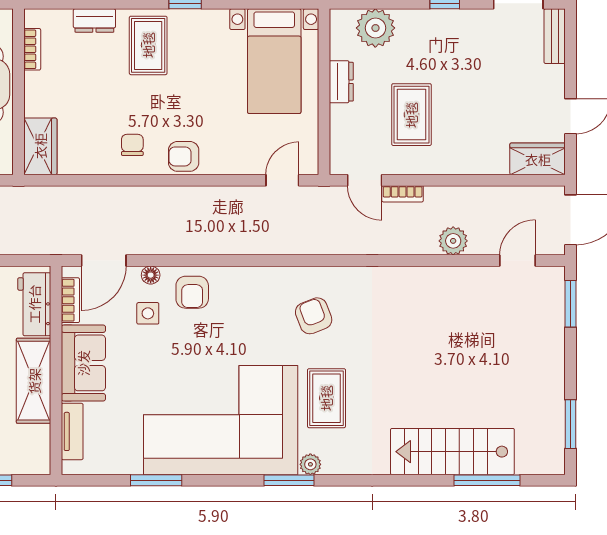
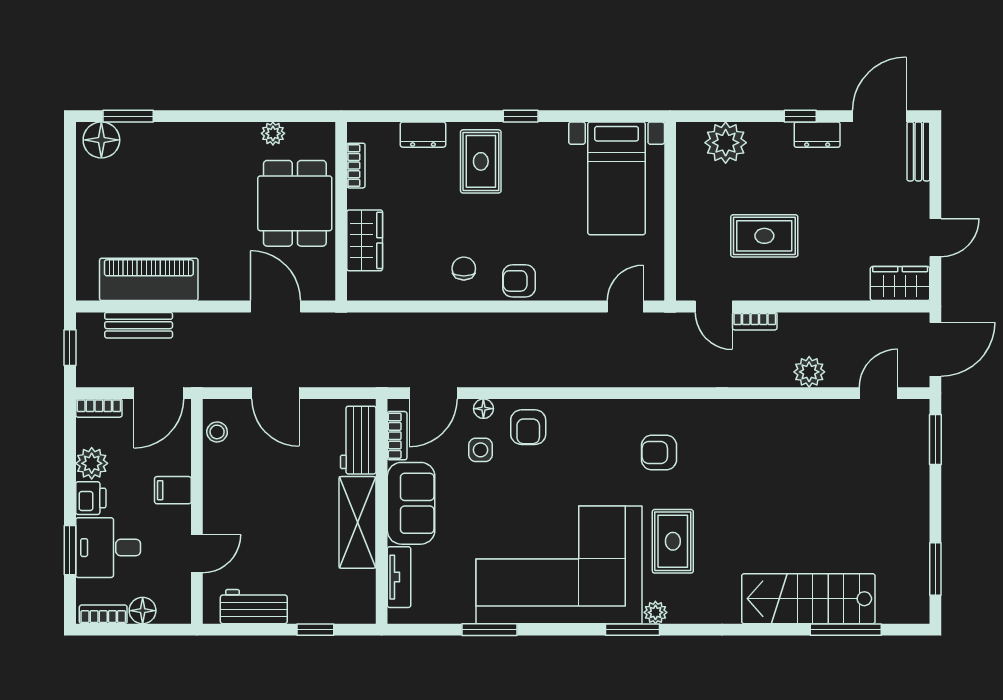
dresser: (341, 82) -> (817, 135), moved, turned 90
rug: (411, 115) -> (764, 236), turned 90
wardrobe: (40, 146) -> (365, 240), moved
armchair: (314, 316) -> (659, 453), turned -69

